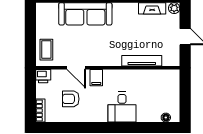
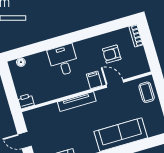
tv unit: (142, 61) -> (77, 102), moved
printer: (43, 76) -> (26, 101), moved
armchair: (71, 99) -> (112, 54), turned 180

